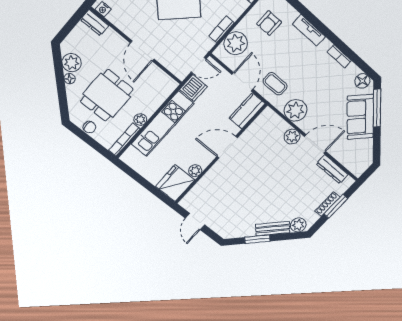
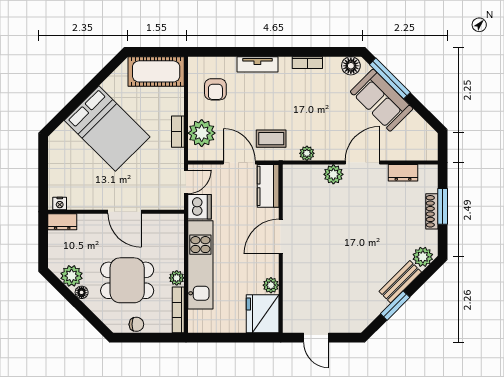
dining table: (107, 95) -> (127, 280), turned 90
plant: (295, 110) -> (307, 153), width x0.53, depth x0.53
dresser: (332, 169) -> (403, 173), width x0.70

